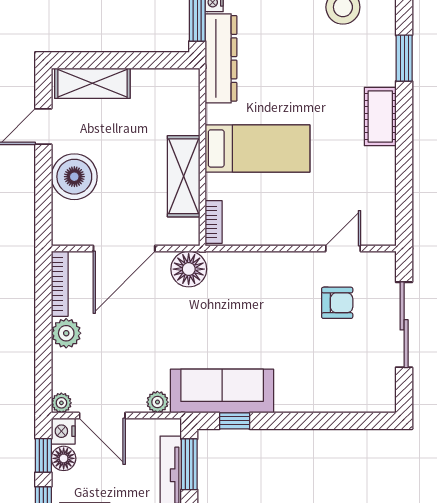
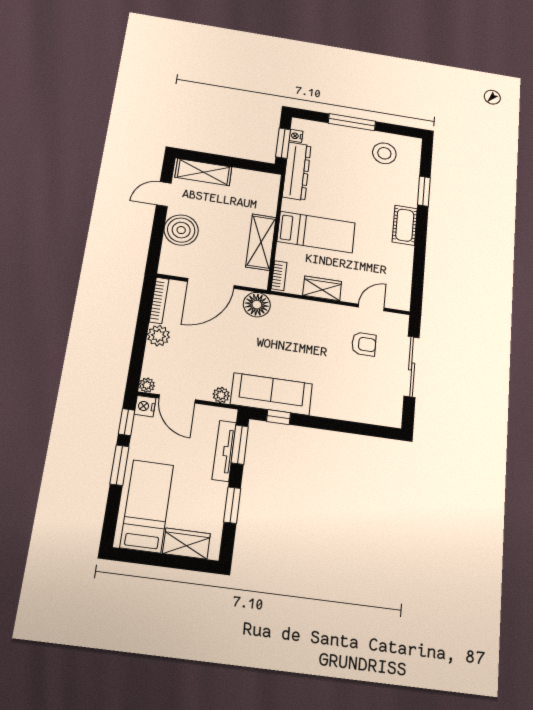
wardrobe: (274, 231) -> (322, 288), added
floor lamp: (64, 458) -> (142, 427), removed

